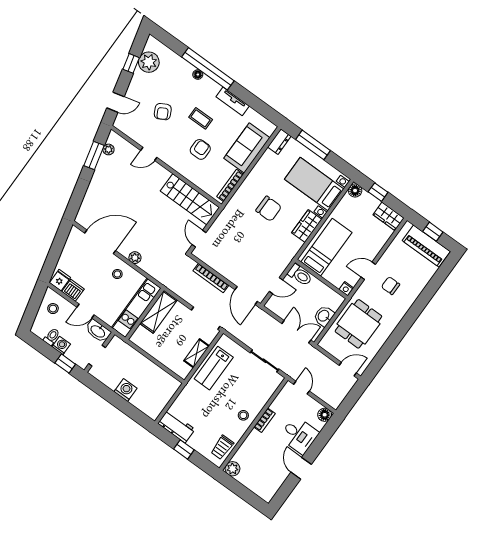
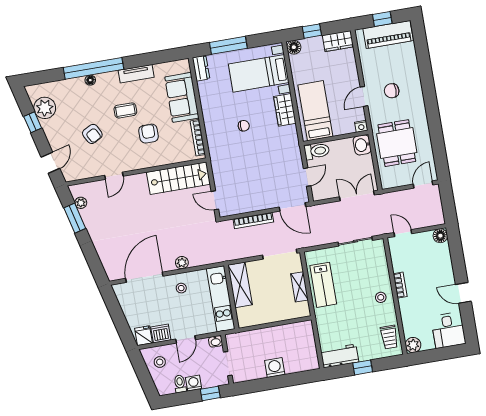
chair: (269, 209) -> (244, 126), width x0.54, depth x0.54
washbasin: (324, 316) -> (362, 145), moved
washbasin: (98, 331) -> (216, 341), width x0.52, depth x0.69
desk: (299, 435) -> (448, 330), moved, turned 90

